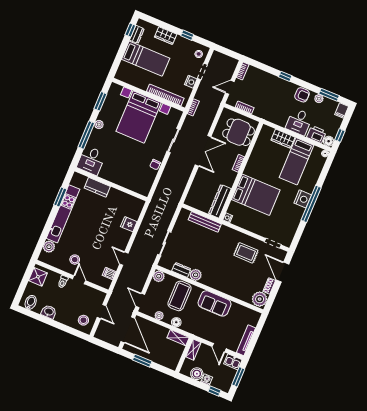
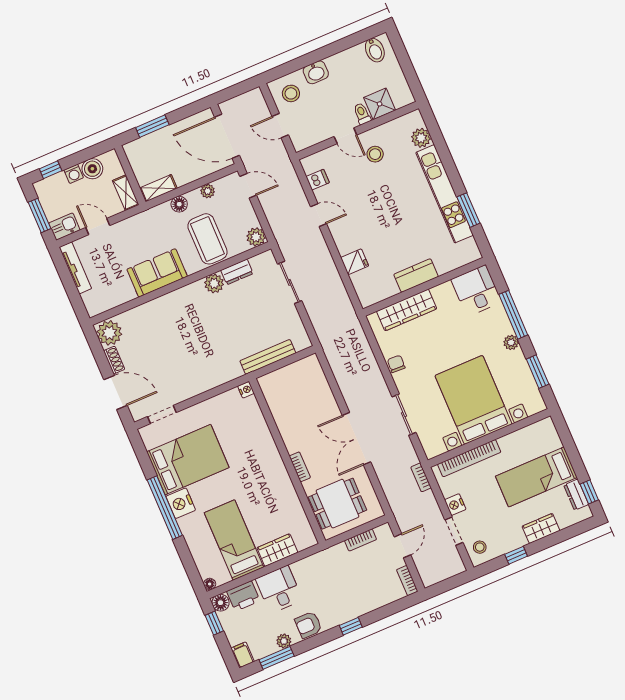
wardrobe: (128, 182) -> (407, 310), added
kitchen counter: (97, 187) -> (416, 276), moved
bed: (256, 195) -> (188, 460), moved, turned 180
dresser: (220, 201) -> (275, 400), removed
rug: (246, 253) -> (182, 371), removed
shower: (38, 277) -> (380, 104), moved
washbasin: (49, 312) -> (316, 72), moved
window: (142, 361) -> (152, 126), moved

